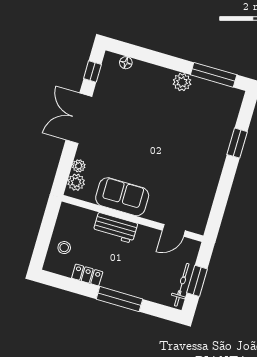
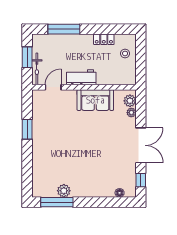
plant: (182, 82) -> (64, 191), moved
window: (237, 143) -> (27, 129), moved
workbench: (115, 228) -> (81, 77), moved
bicycle: (182, 285) -> (37, 69), moved
window: (119, 299) -> (64, 29), moved

